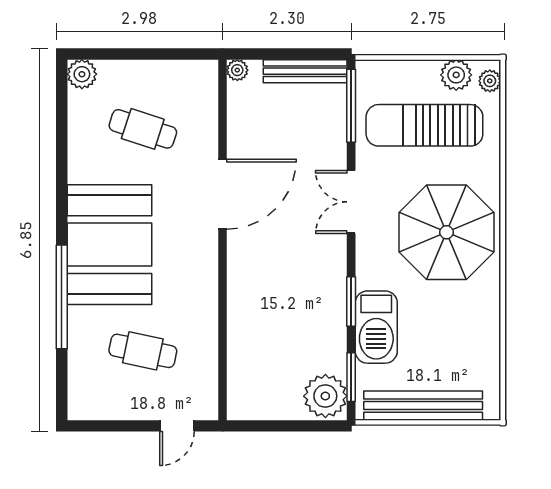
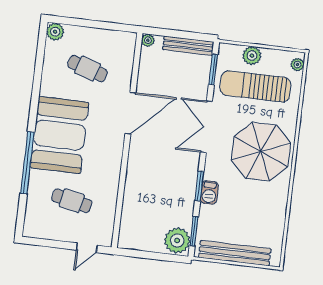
plant: (456, 75) -> (252, 56), moved
window: (351, 106) -> (213, 70), width x0.69
double door: (351, 202) -> (206, 127), width x1.37
barbecue: (376, 327) -> (209, 192), width x0.53, depth x0.65

